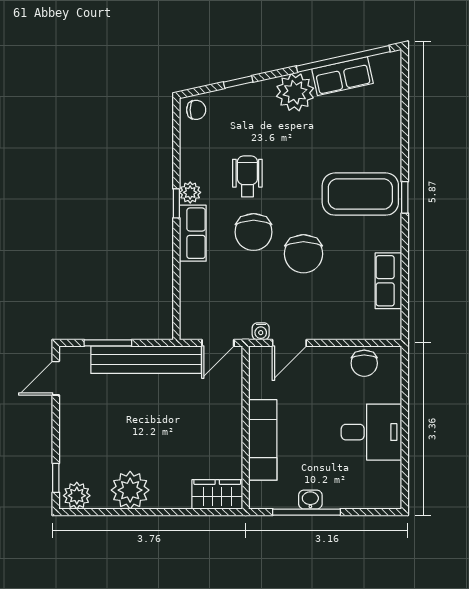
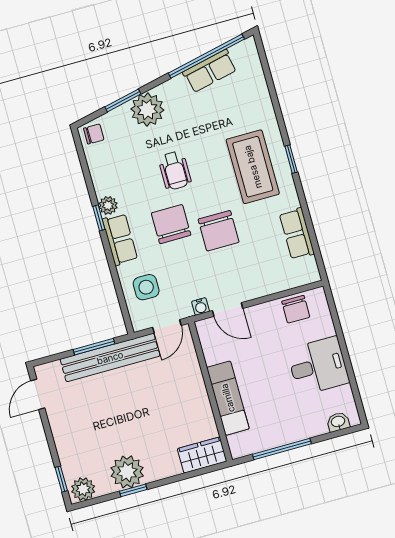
window: (238, 82) -> (123, 100), width x1.50
plant: (295, 92) -> (147, 110), moved
wheelchair: (247, 176) -> (175, 171), moved, turned 180
coffee table: (360, 194) -> (253, 167), turned 90
chair: (254, 232) -> (171, 224), turned 180
side table: (207, 294) -> (146, 287), added
window: (108, 343) -> (94, 347), moved
door: (289, 343) -> (228, 310), hinge flipped
washbasin: (310, 500) -> (338, 422), moved
window: (131, 512) -> (133, 490), added

